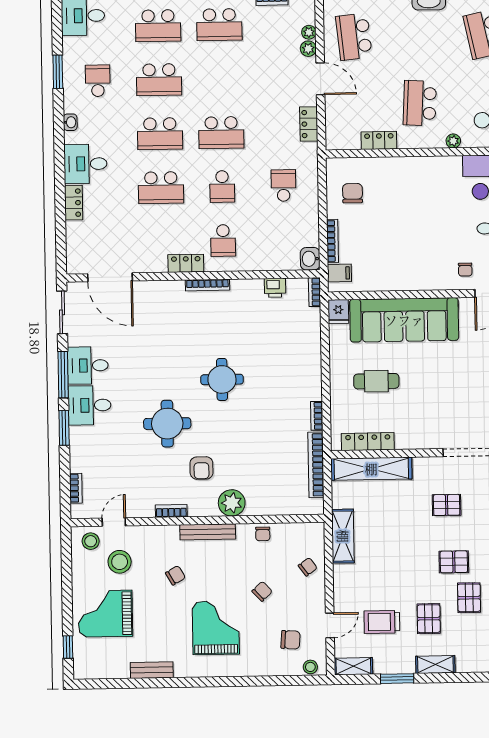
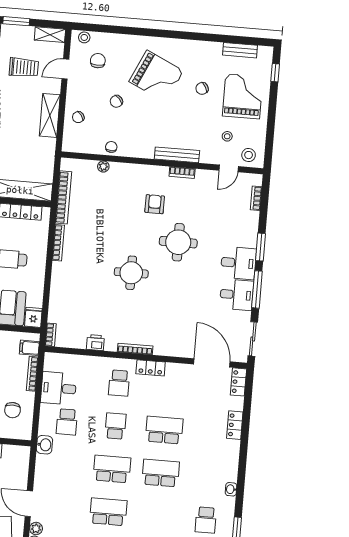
school desk: (159, 80) -> (108, 512), moved
locker: (309, 124) -> (238, 382), moved, turned 180
desk: (85, 164) -> (59, 388), moved, turned 180
school desk: (223, 241) -> (119, 383), turned 180
washbasin: (310, 259) -> (44, 445), moved
printer: (275, 288) -> (95, 343), moved
bookcase: (317, 416) -> (58, 243), width x1.56
plant: (232, 503) -> (103, 167), moved, width x0.53, depth x0.53
bench: (208, 532) -> (177, 155), moved
shelving: (343, 536) -> (50, 115), moved
stool: (120, 562) -> (227, 136), width x0.53, depth x0.53
chair: (175, 575) -> (202, 88), moved
grand piano: (105, 614) -> (243, 96), turned -90
grand piano: (216, 628) -> (156, 76), turned -65
chair: (291, 640) -> (98, 61), turned 86
bench: (152, 670) -> (240, 50), moved

